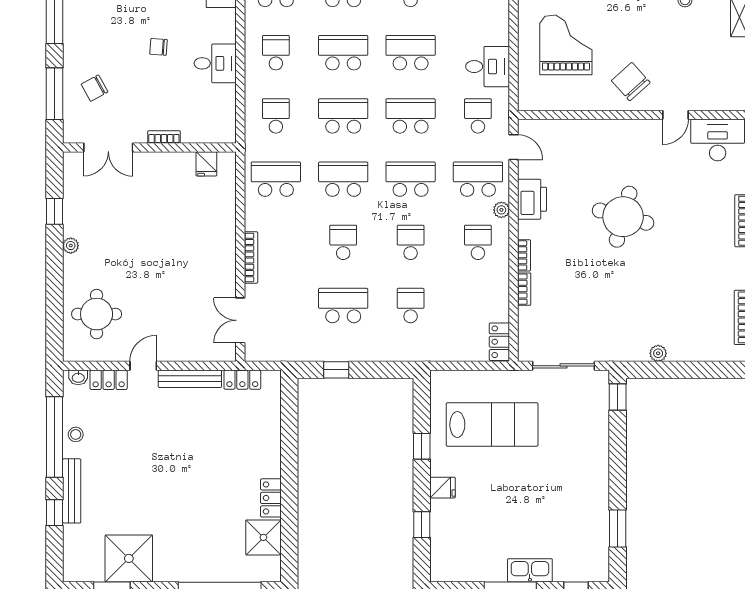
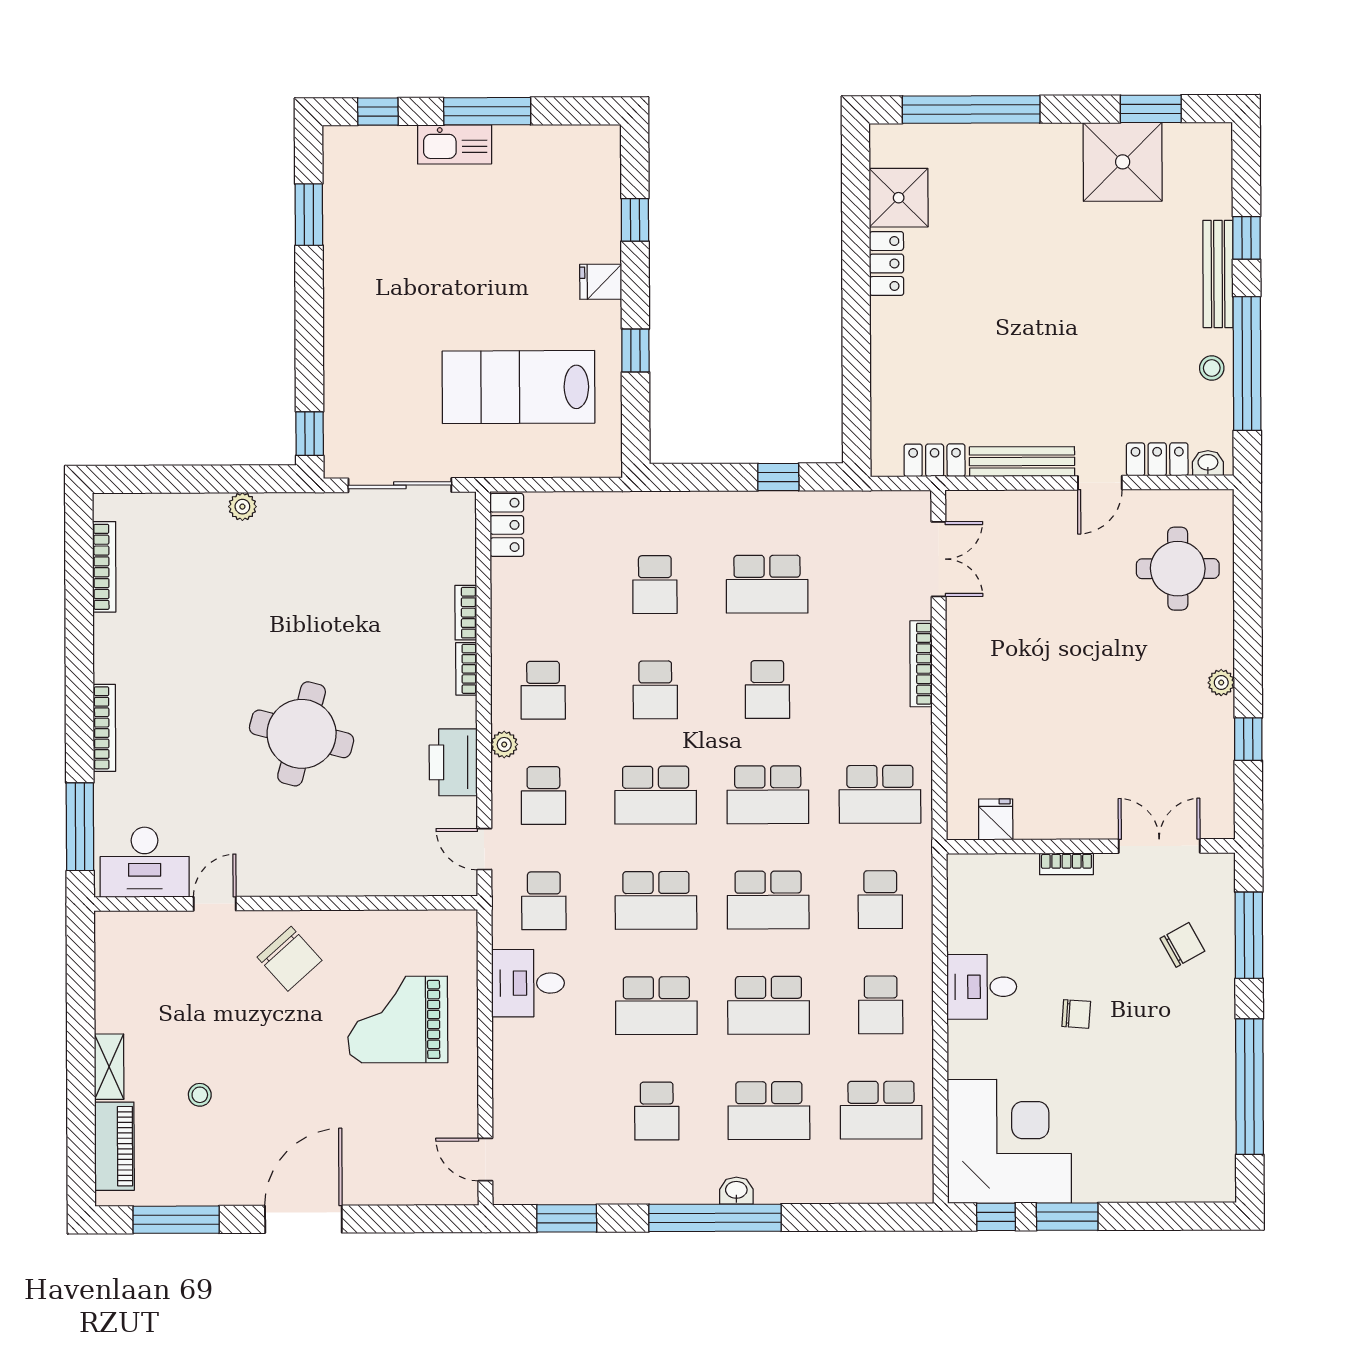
grand piano: (566, 45) -> (398, 1020), turned 90
school desk: (478, 179) -> (543, 796), width x0.54

